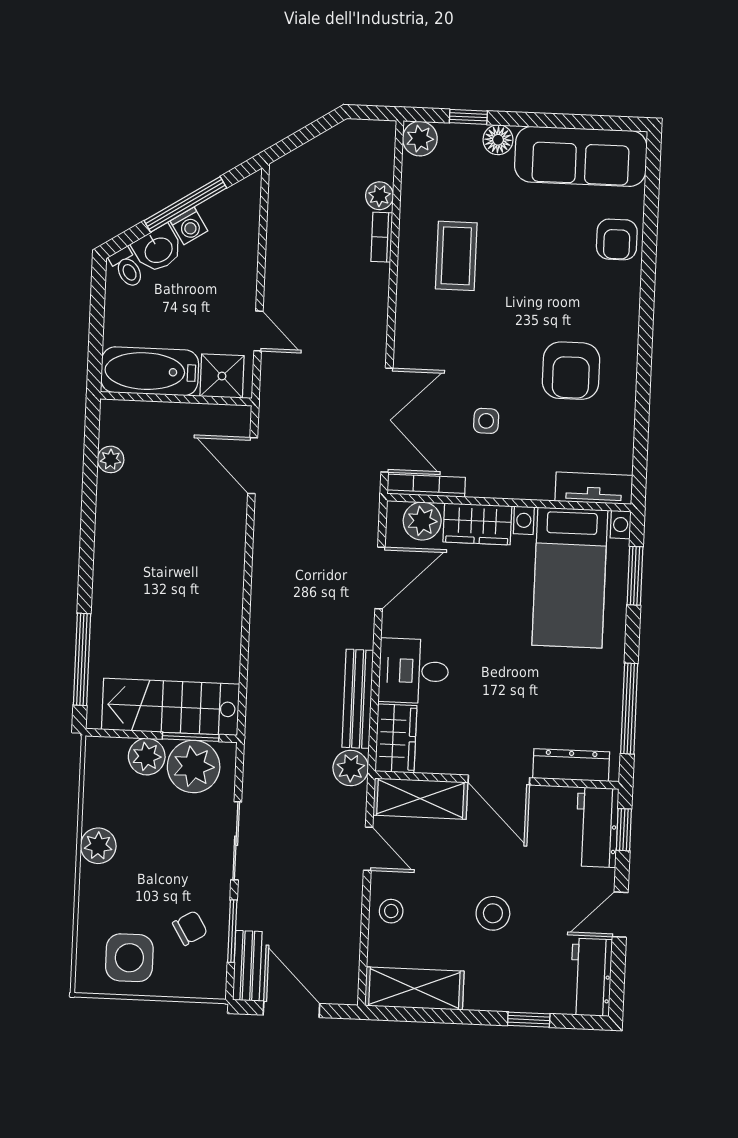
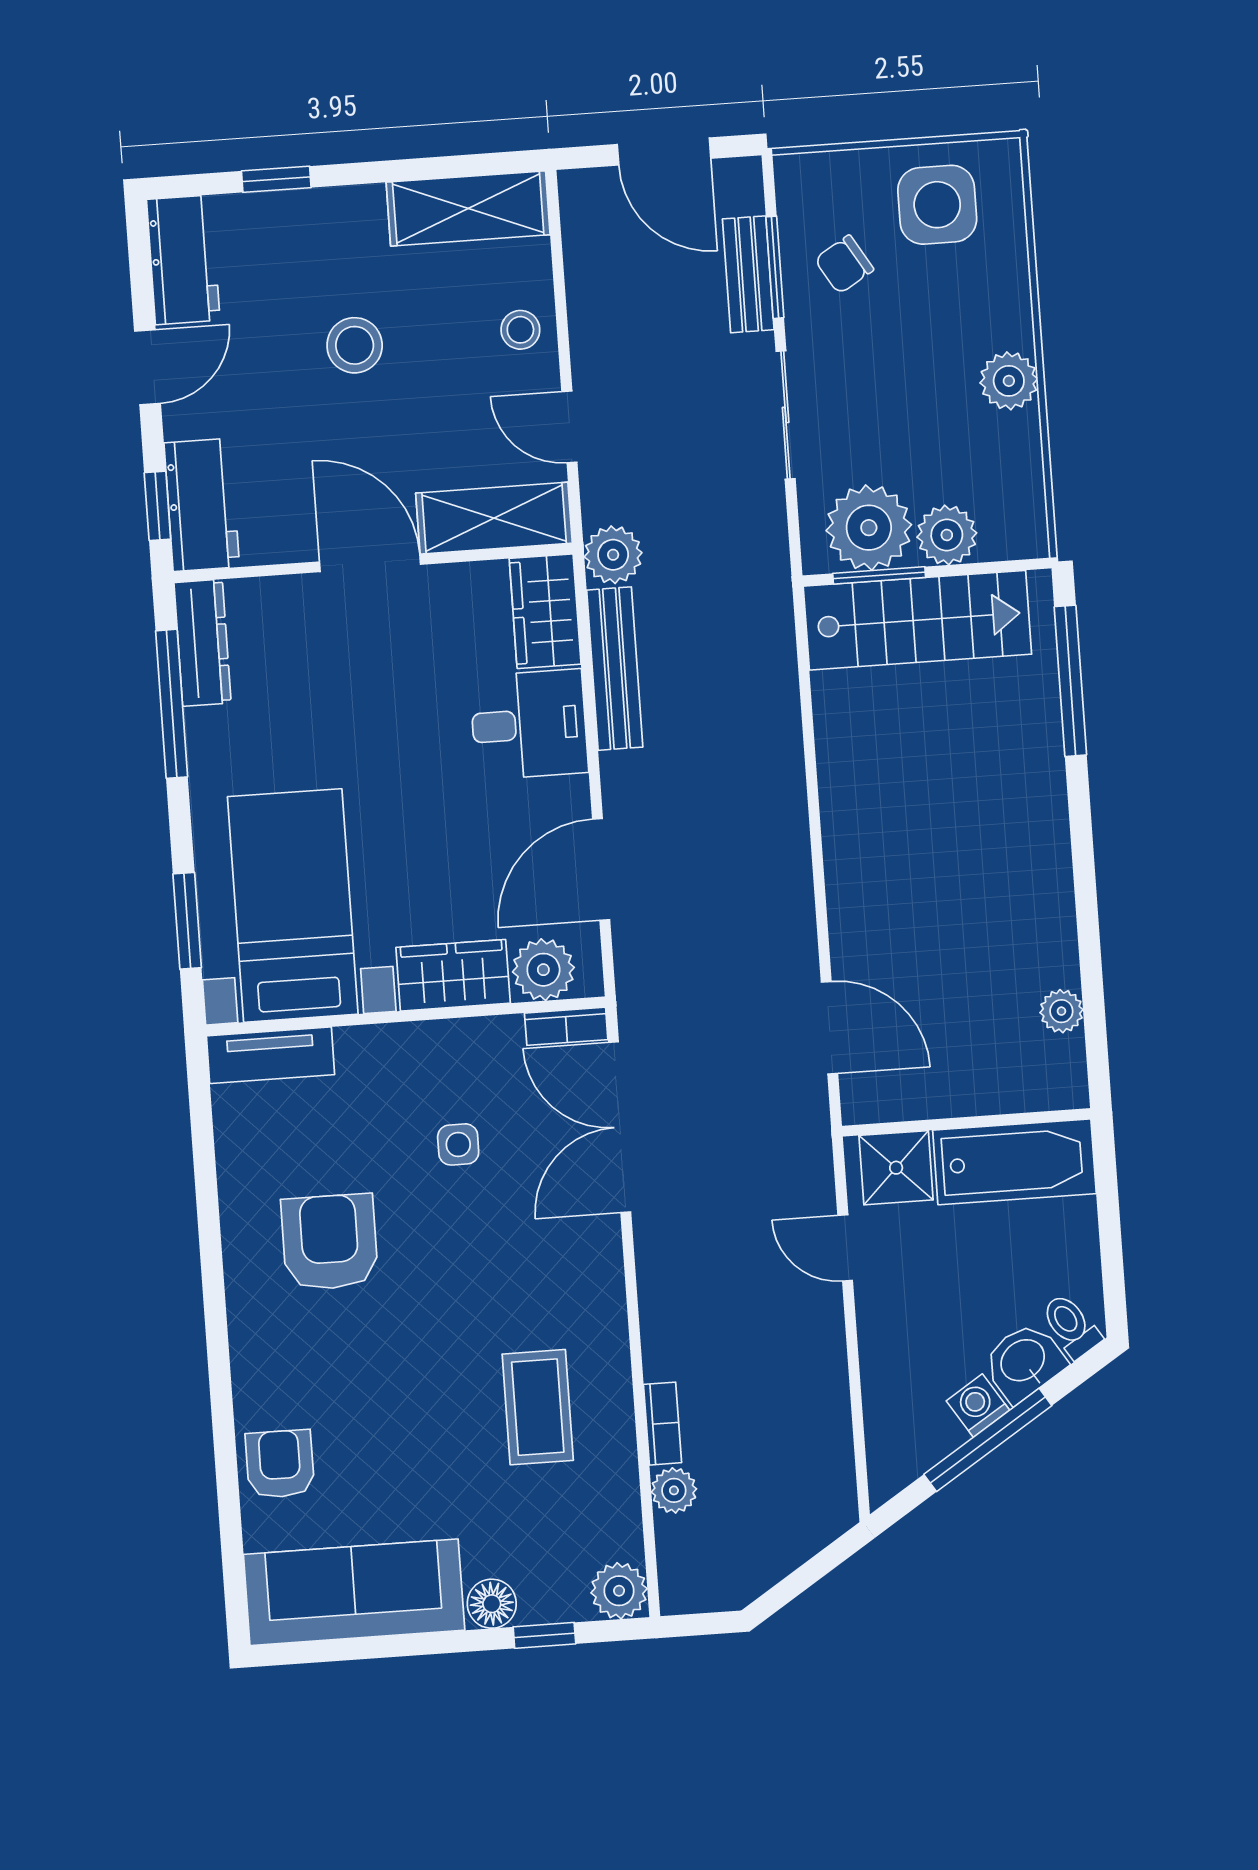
bookcase: (426, 486) -> (566, 1026), width x0.64
dresser: (571, 765) -> (202, 643), moved, turned -90
bench: (247, 966) -> (748, 274), moved

